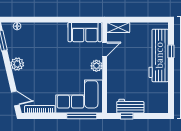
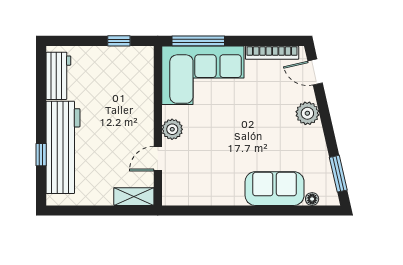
sofa: (85, 32) -> (275, 189), moved
plant: (17, 64) -> (307, 113), moved
workbench: (130, 106) -> (58, 76), moved, turned -90

